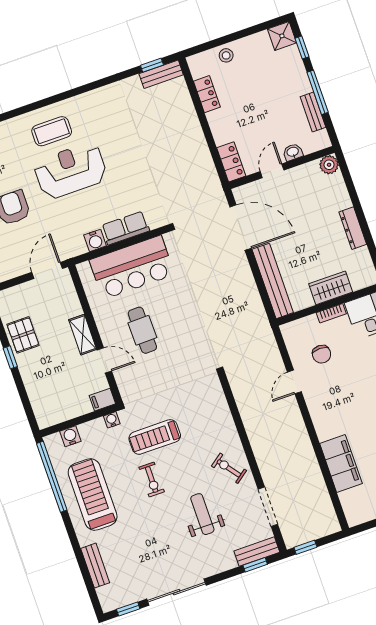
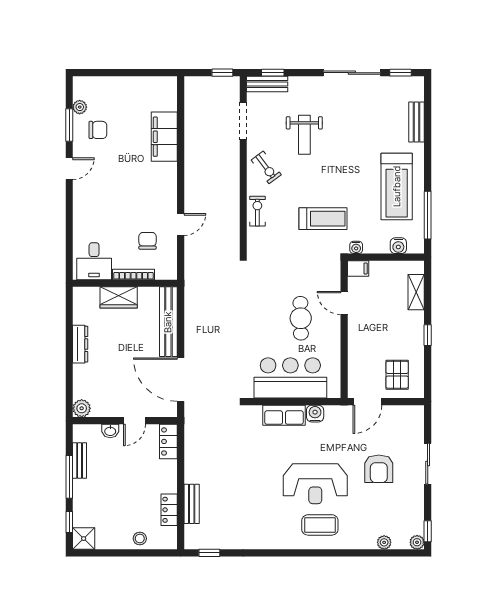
bench: (161, 74) -> (192, 504), moved, turned 90
bookcase: (331, 313) -> (133, 274), width x1.56
pallet: (23, 335) -> (397, 375), moved
shelving: (83, 335) -> (416, 292), moved
window: (52, 477) -> (428, 215), width x0.68
exercise bike: (152, 480) -> (257, 211), moved

